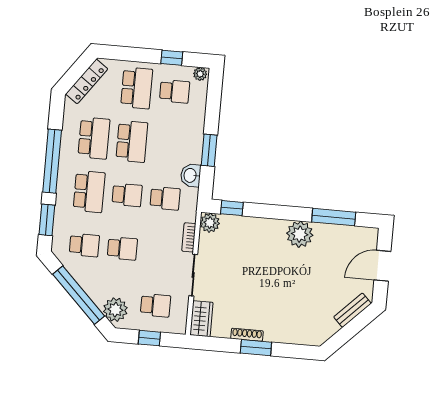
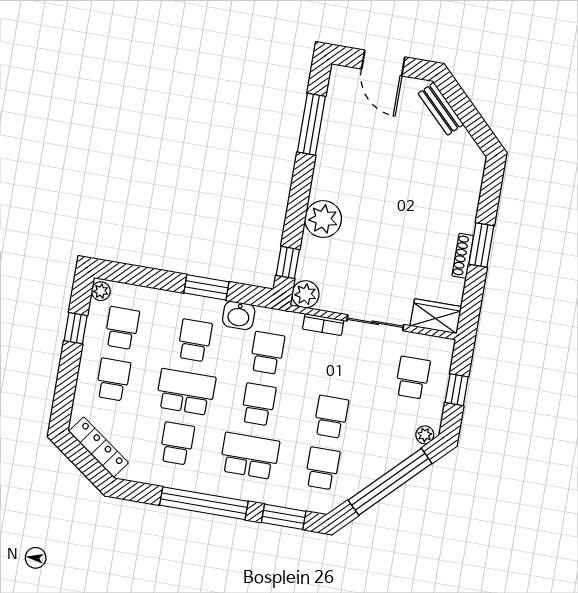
school desk: (137, 88) -> (113, 380), width x0.54
school desk: (94, 138) -> (177, 443), width x0.54
school desk: (170, 145) -> (195, 340), added
plant: (300, 234) -> (323, 219), moved
plant: (115, 310) -> (425, 435), width x0.53, depth x0.53

